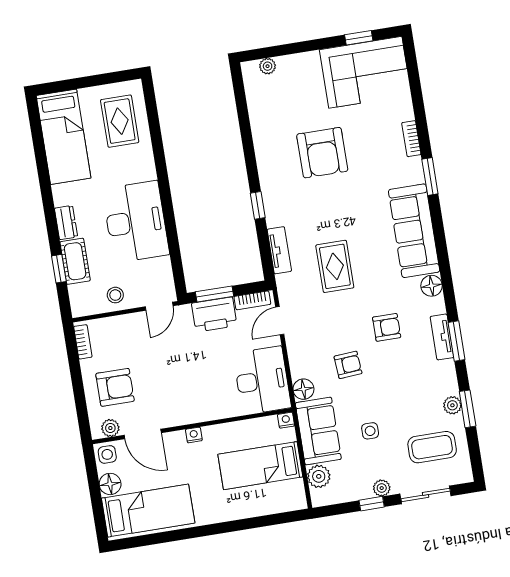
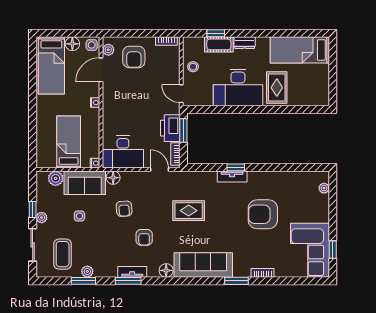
rug: (120, 121) -> (277, 88), moved, turned 90
tv unit: (279, 250) -> (232, 177), moved

